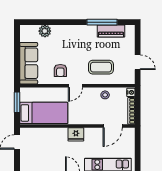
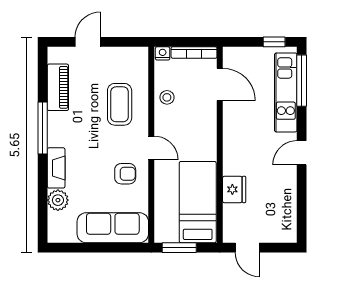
window: (102, 22) -> (43, 128), moved
fireplace: (64, 30) -> (56, 168), added
door: (138, 62) -> (88, 42), moved
fridge: (76, 134) -> (234, 189), moved
window: (138, 158) -> (274, 42), added

